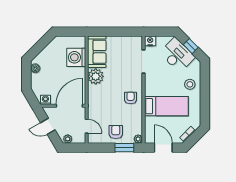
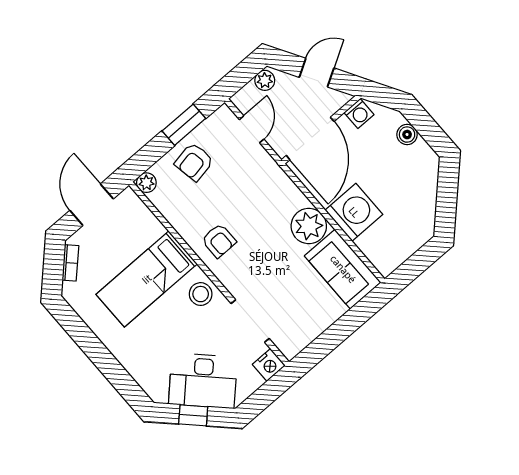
washing machine: (76, 57) -> (354, 212), moved
boiler: (35, 68) -> (407, 135), moved
stool: (190, 84) -> (201, 294), moved
door: (87, 126) -> (252, 129), swing flipped
armchair: (116, 132) -> (194, 162), turned 80
window: (124, 148) -> (184, 125), moved
door: (163, 148) -> (92, 205), swing flipped

